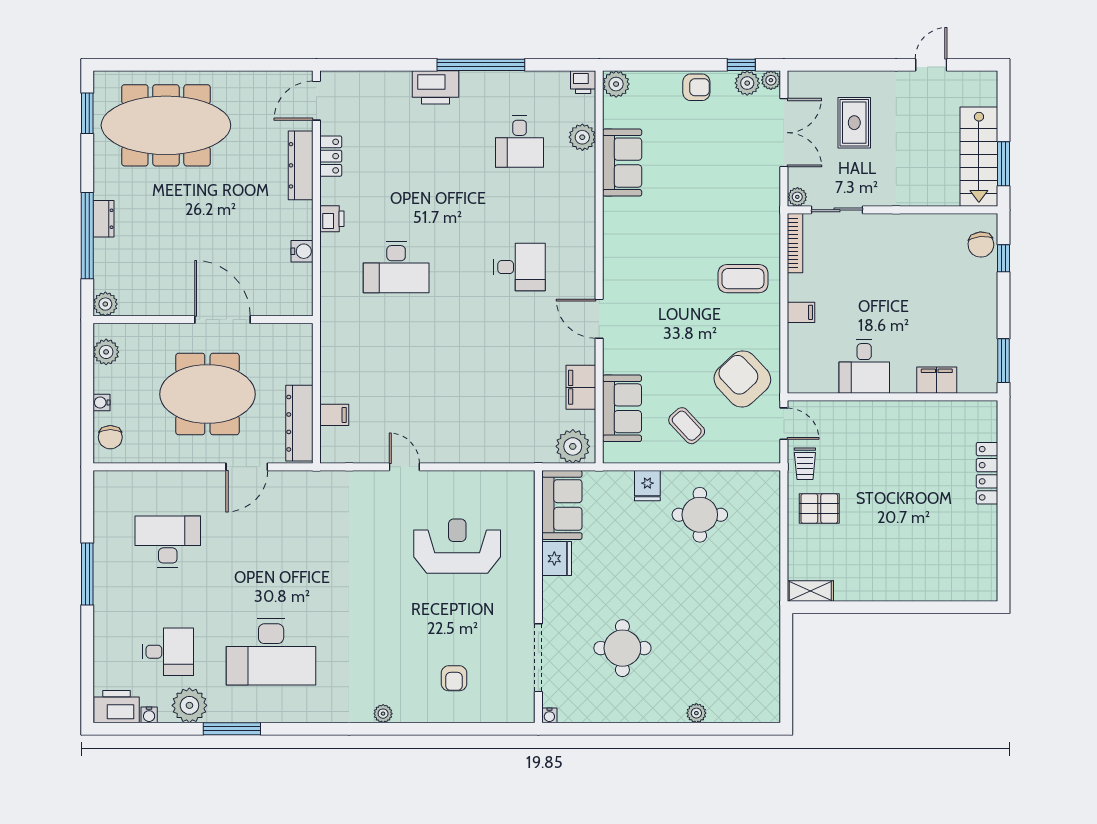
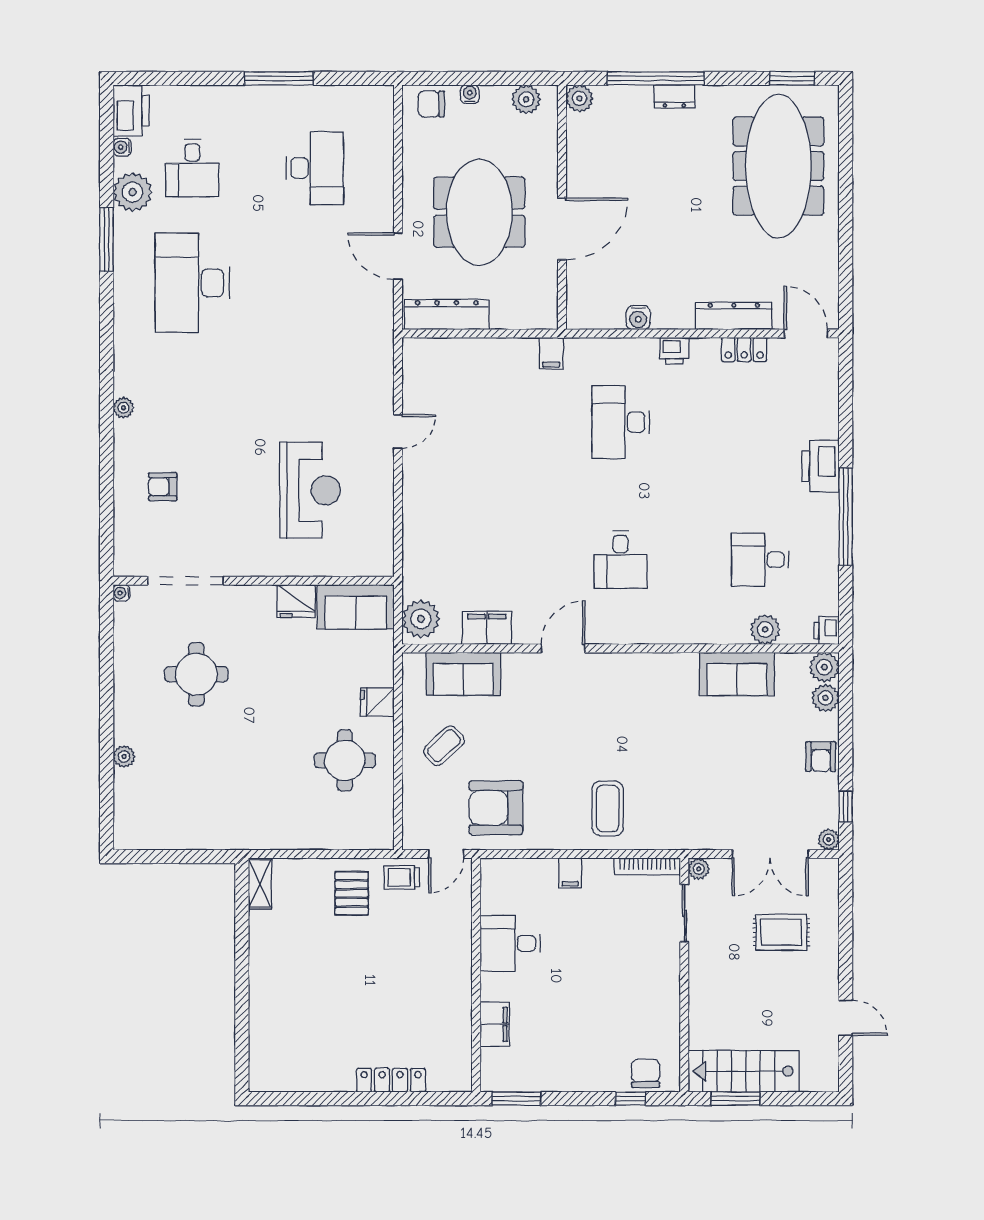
plant: (747, 83) -> (825, 698), moved
chair: (981, 245) -> (646, 1073), turned 95
armchair: (742, 379) -> (496, 808), turned -137
filing cabinet: (334, 415) -> (551, 353), moved

